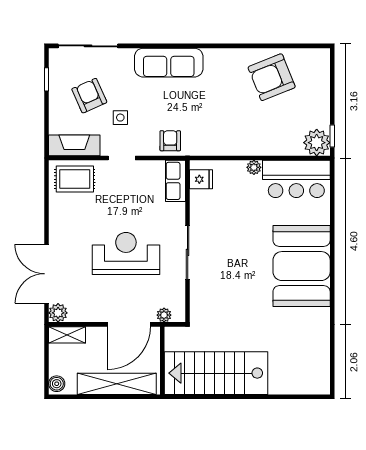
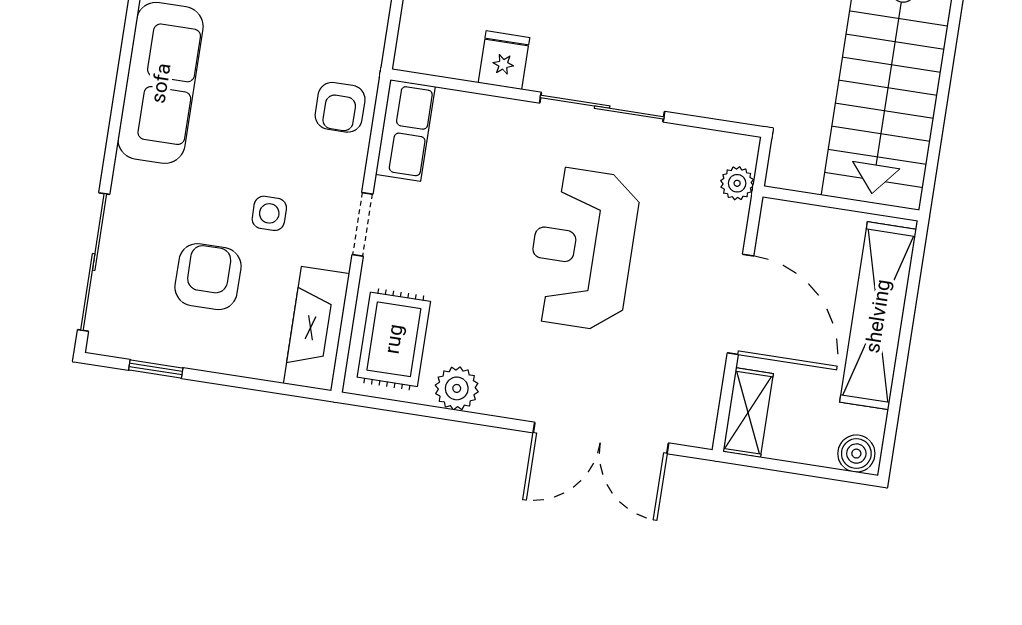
armchair: (89, 96) -> (208, 277), turned 114
armchair: (170, 141) -> (340, 107), turned -90
fridge: (201, 179) -> (504, 60), moved
row of seats: (175, 181) -> (405, 130), moved, turned -90
plant: (58, 313) -> (457, 388), moved
door: (129, 324) -> (740, 304), moved

